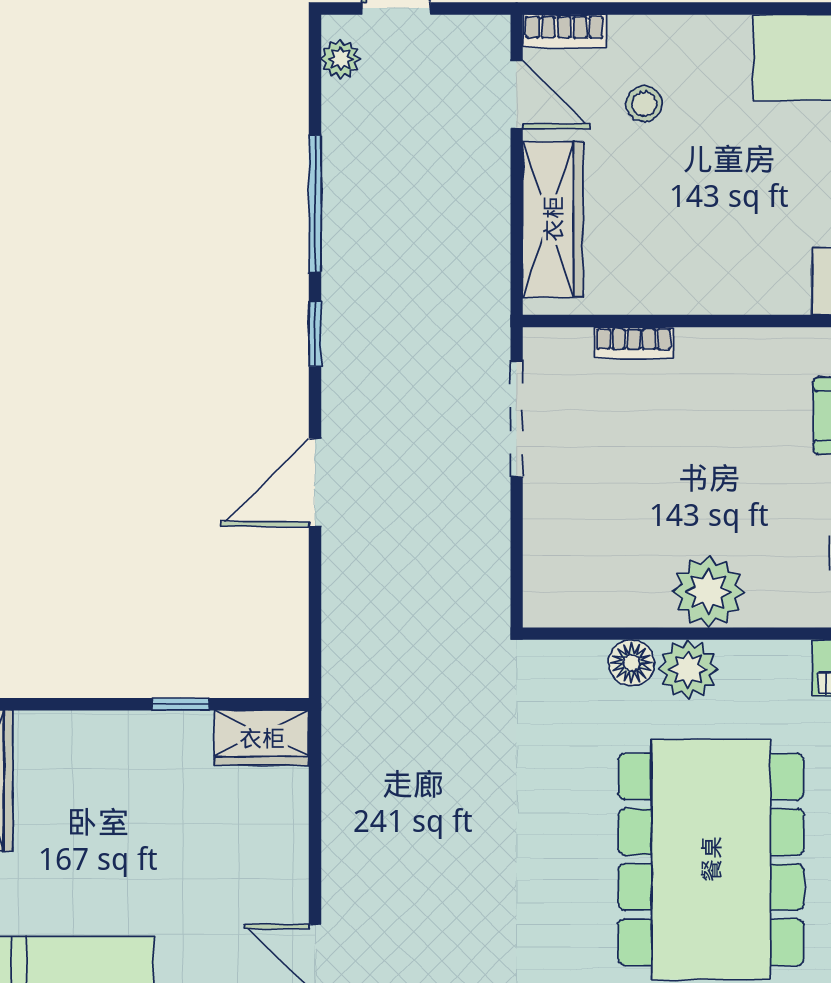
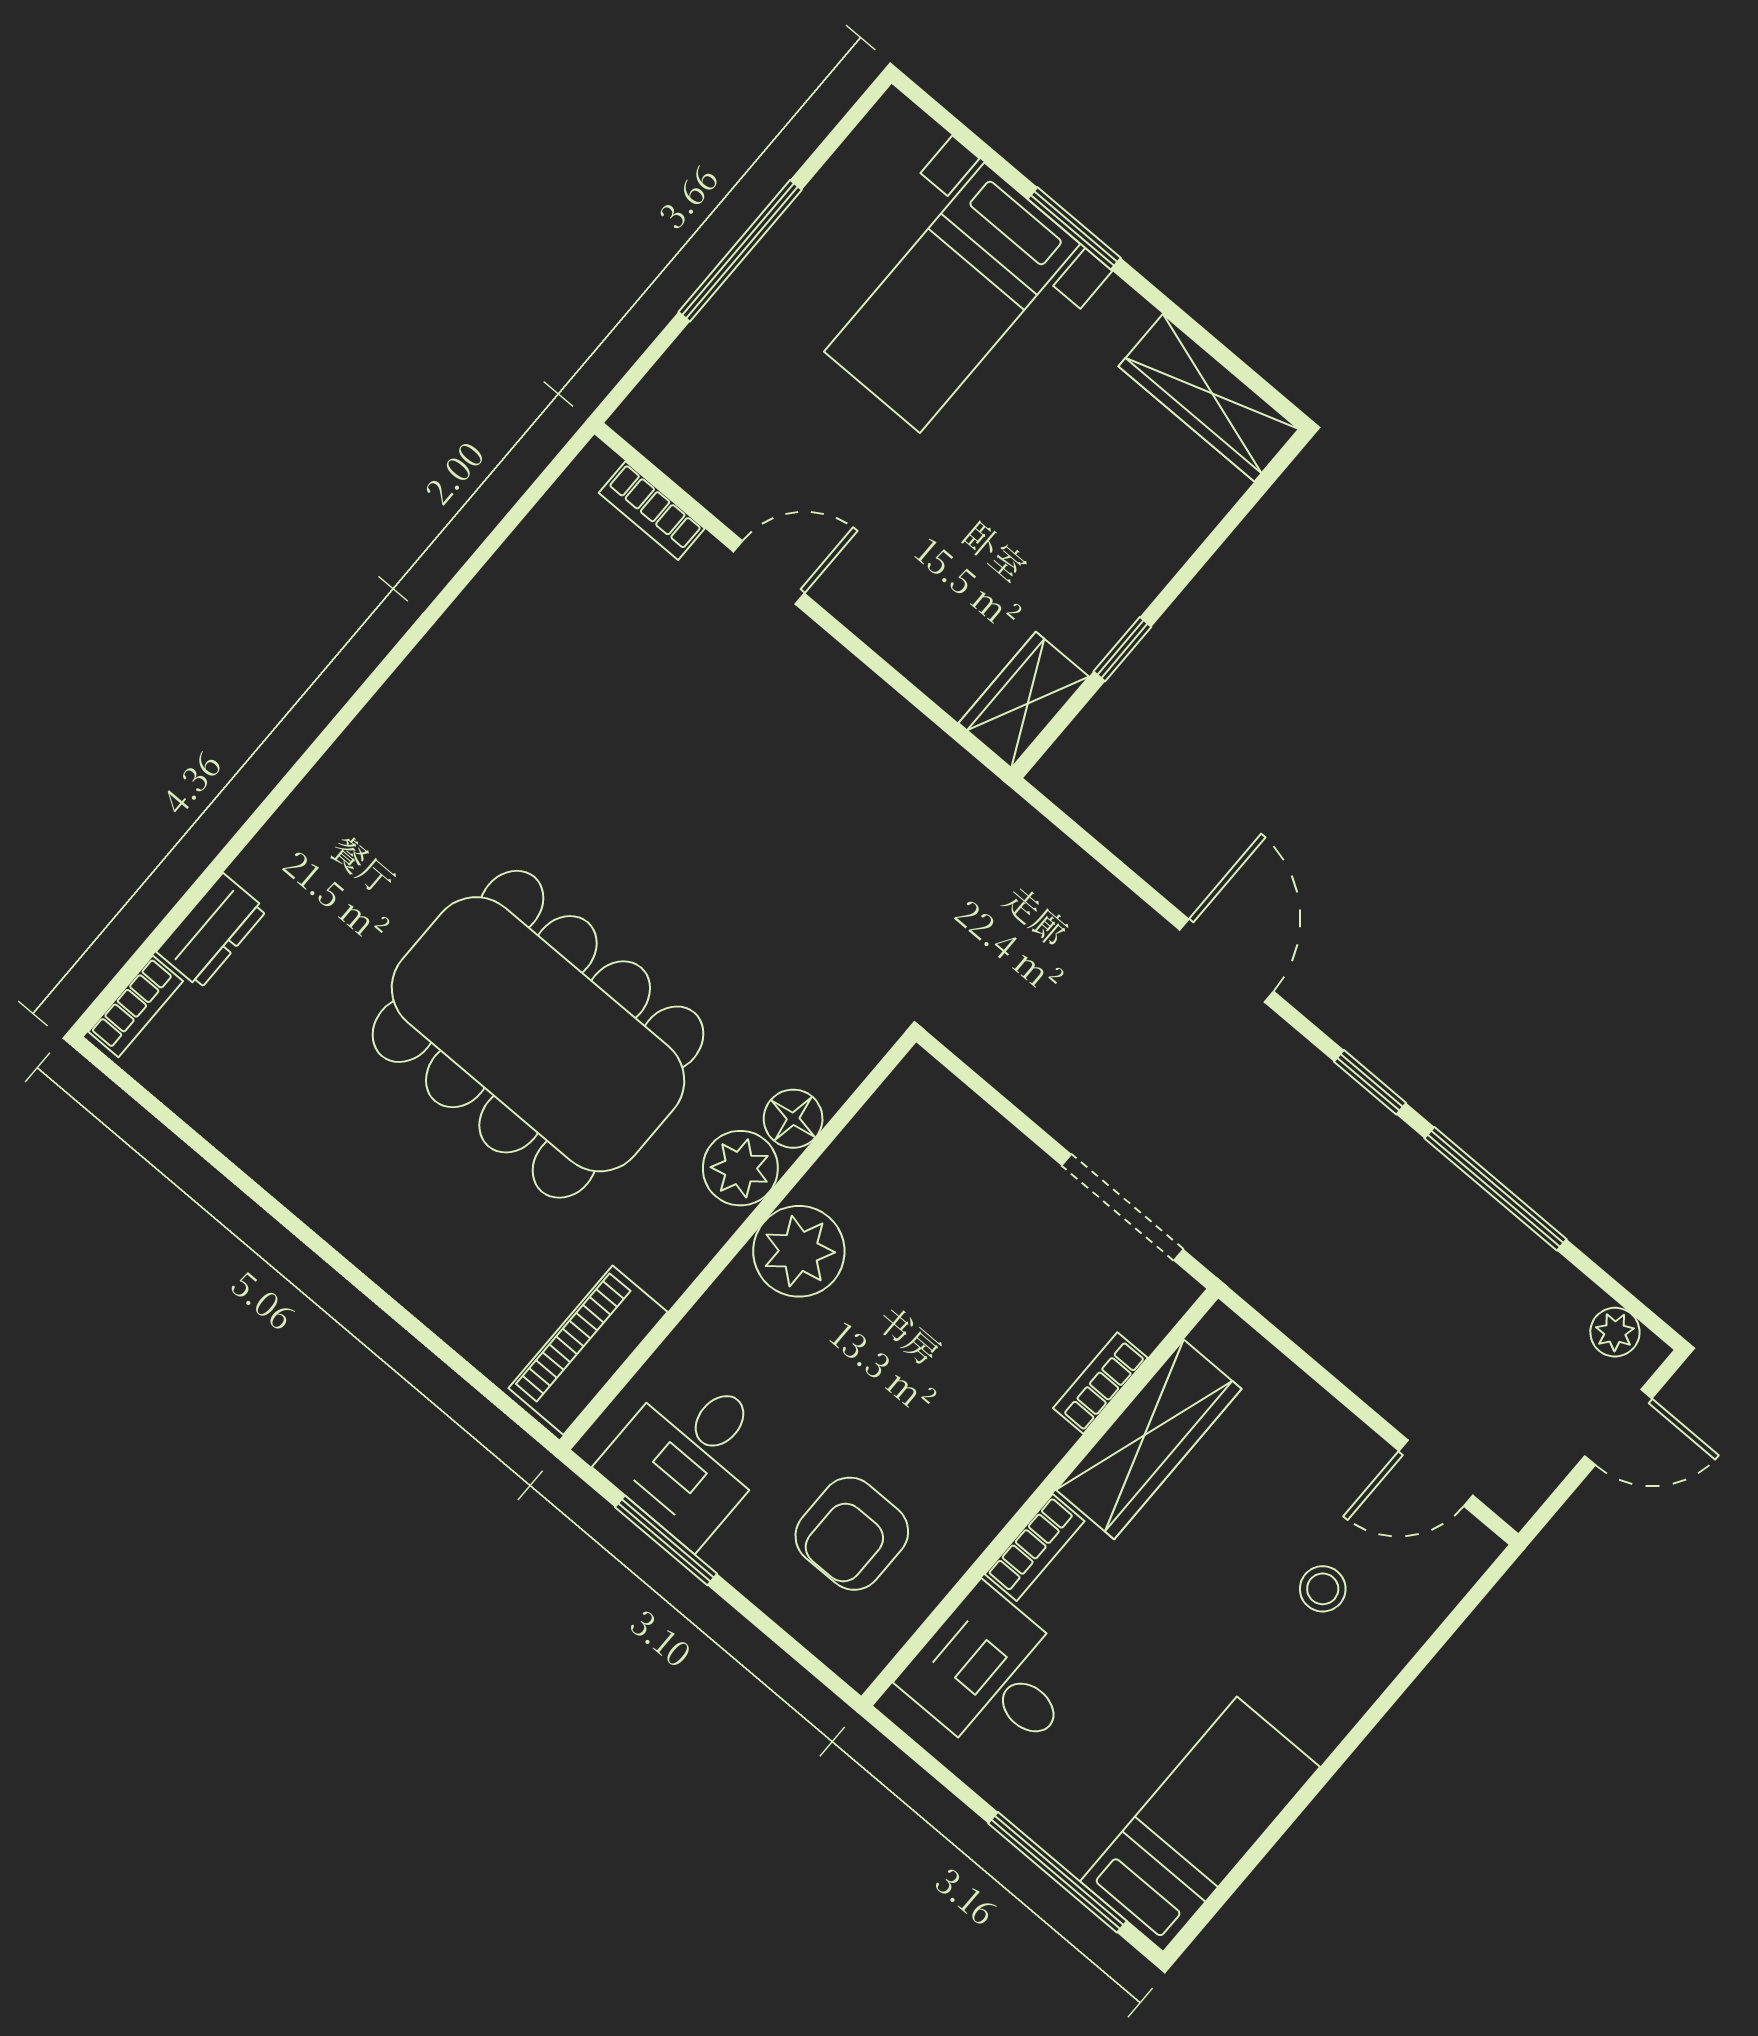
bookcase: (564, 31) -> (1035, 1548), moved, turned 180
wardrobe: (553, 219) -> (1149, 1439), moved, turned -90

